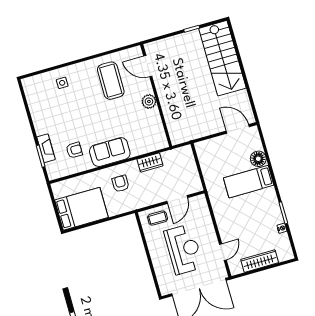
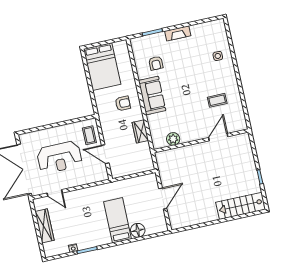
stairs: (222, 58) -> (241, 206), width x0.73, depth x0.66
door: (148, 66) -> (218, 137), moved
coffee table: (111, 81) -> (217, 100), width x0.54, depth x0.58
plant: (149, 101) -> (173, 139), moved
door: (238, 129) -> (163, 199), moved
fireplace: (46, 148) -> (178, 33), moved

